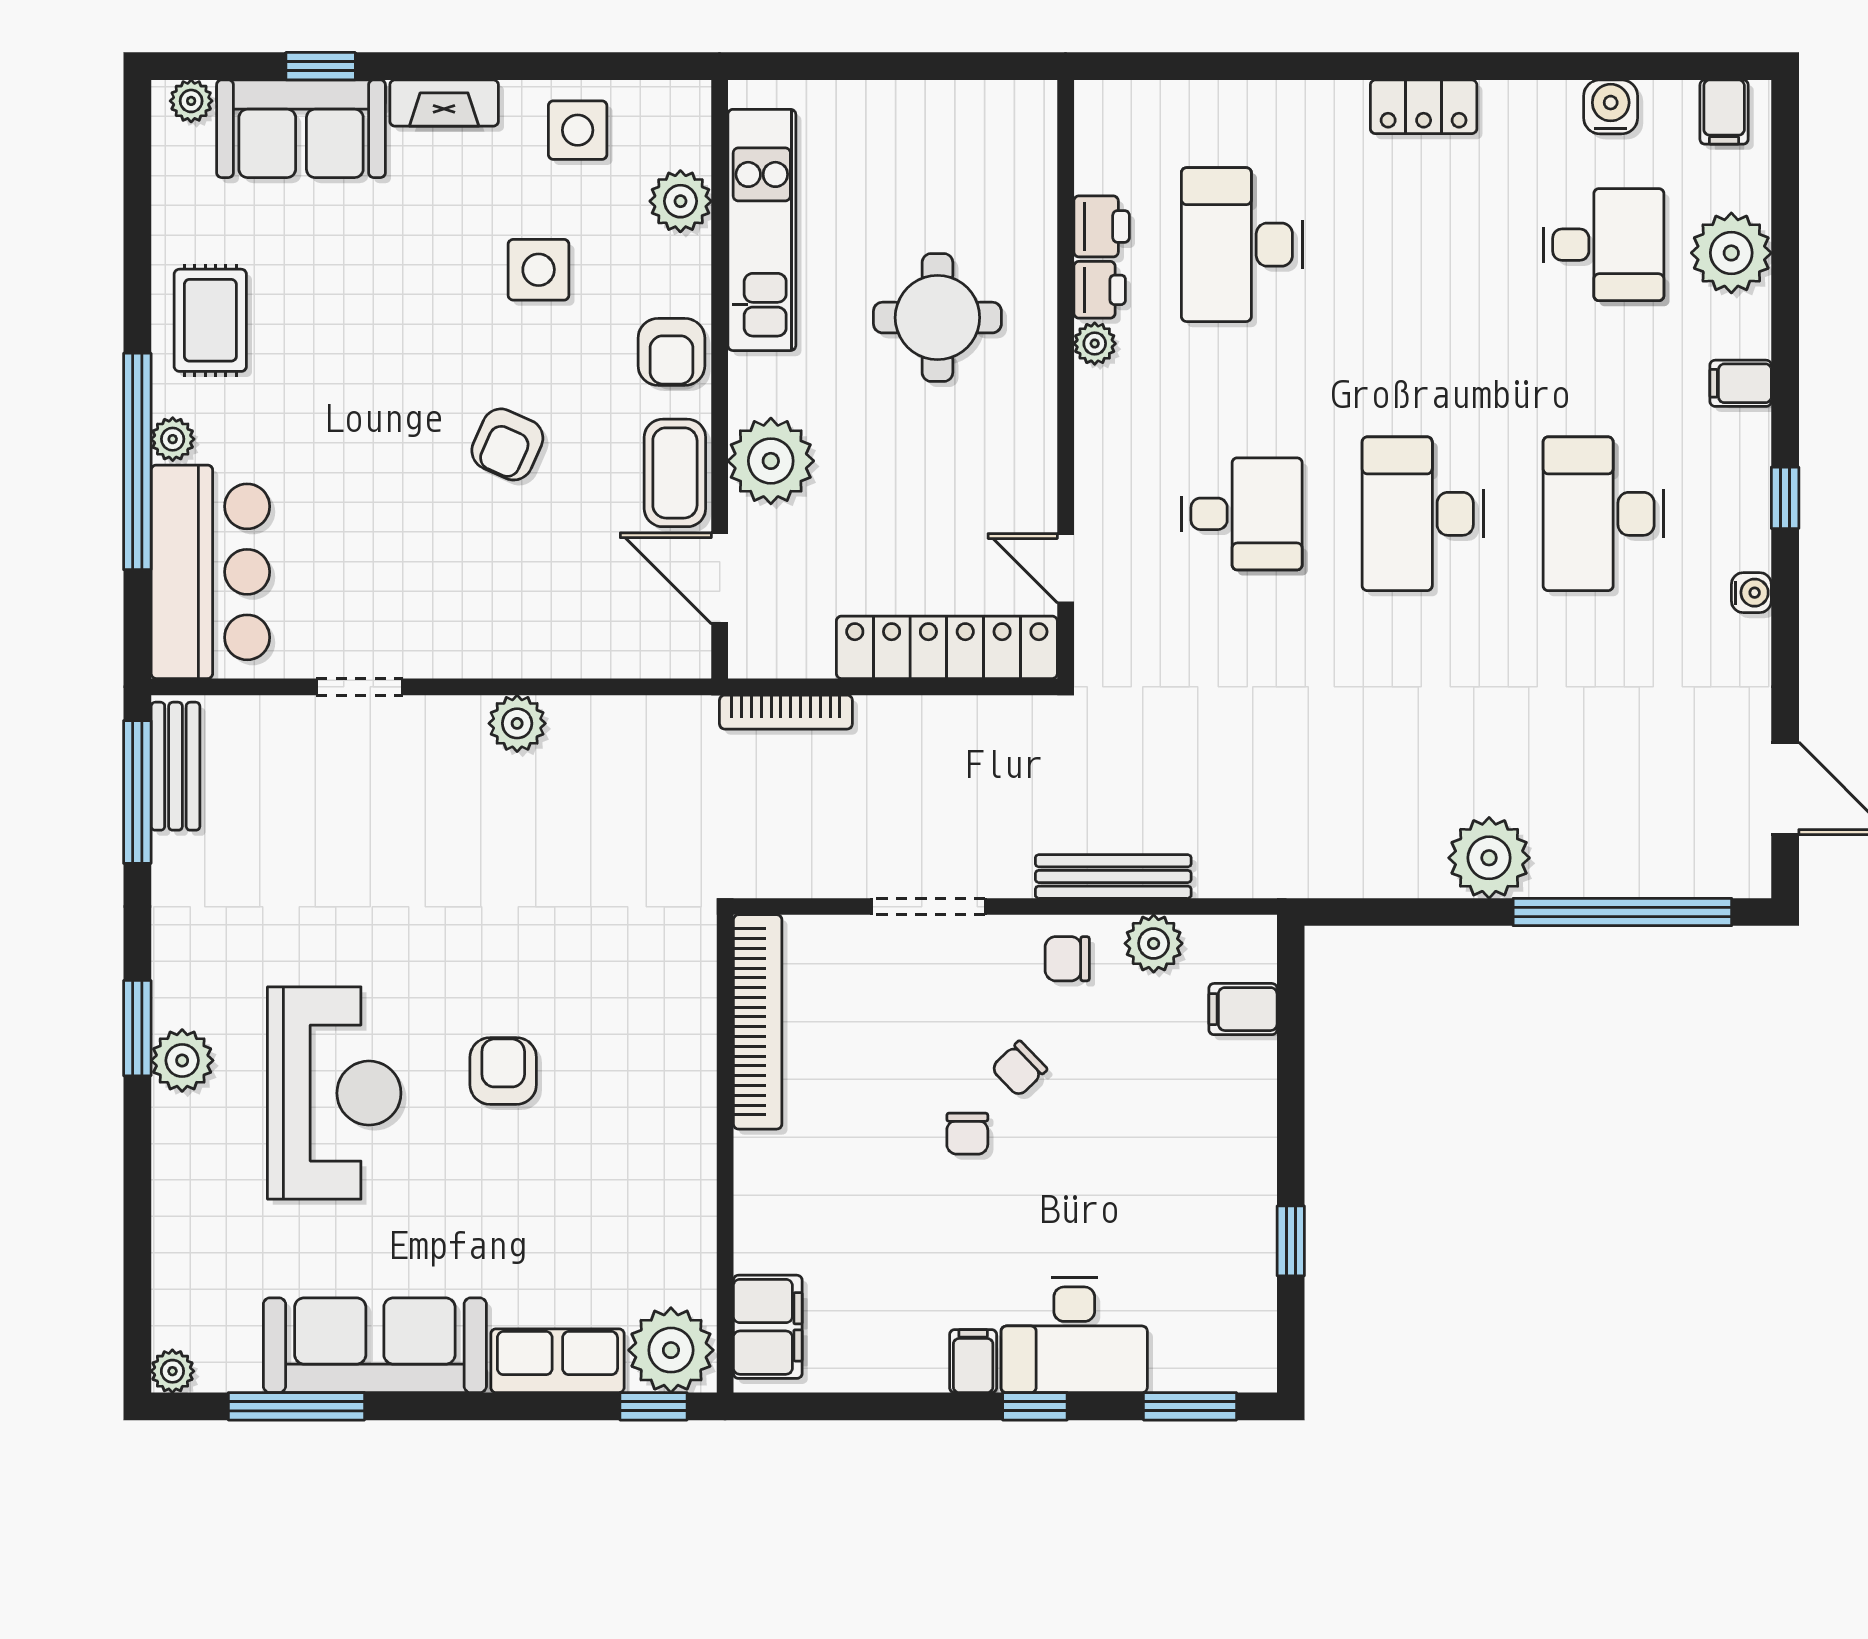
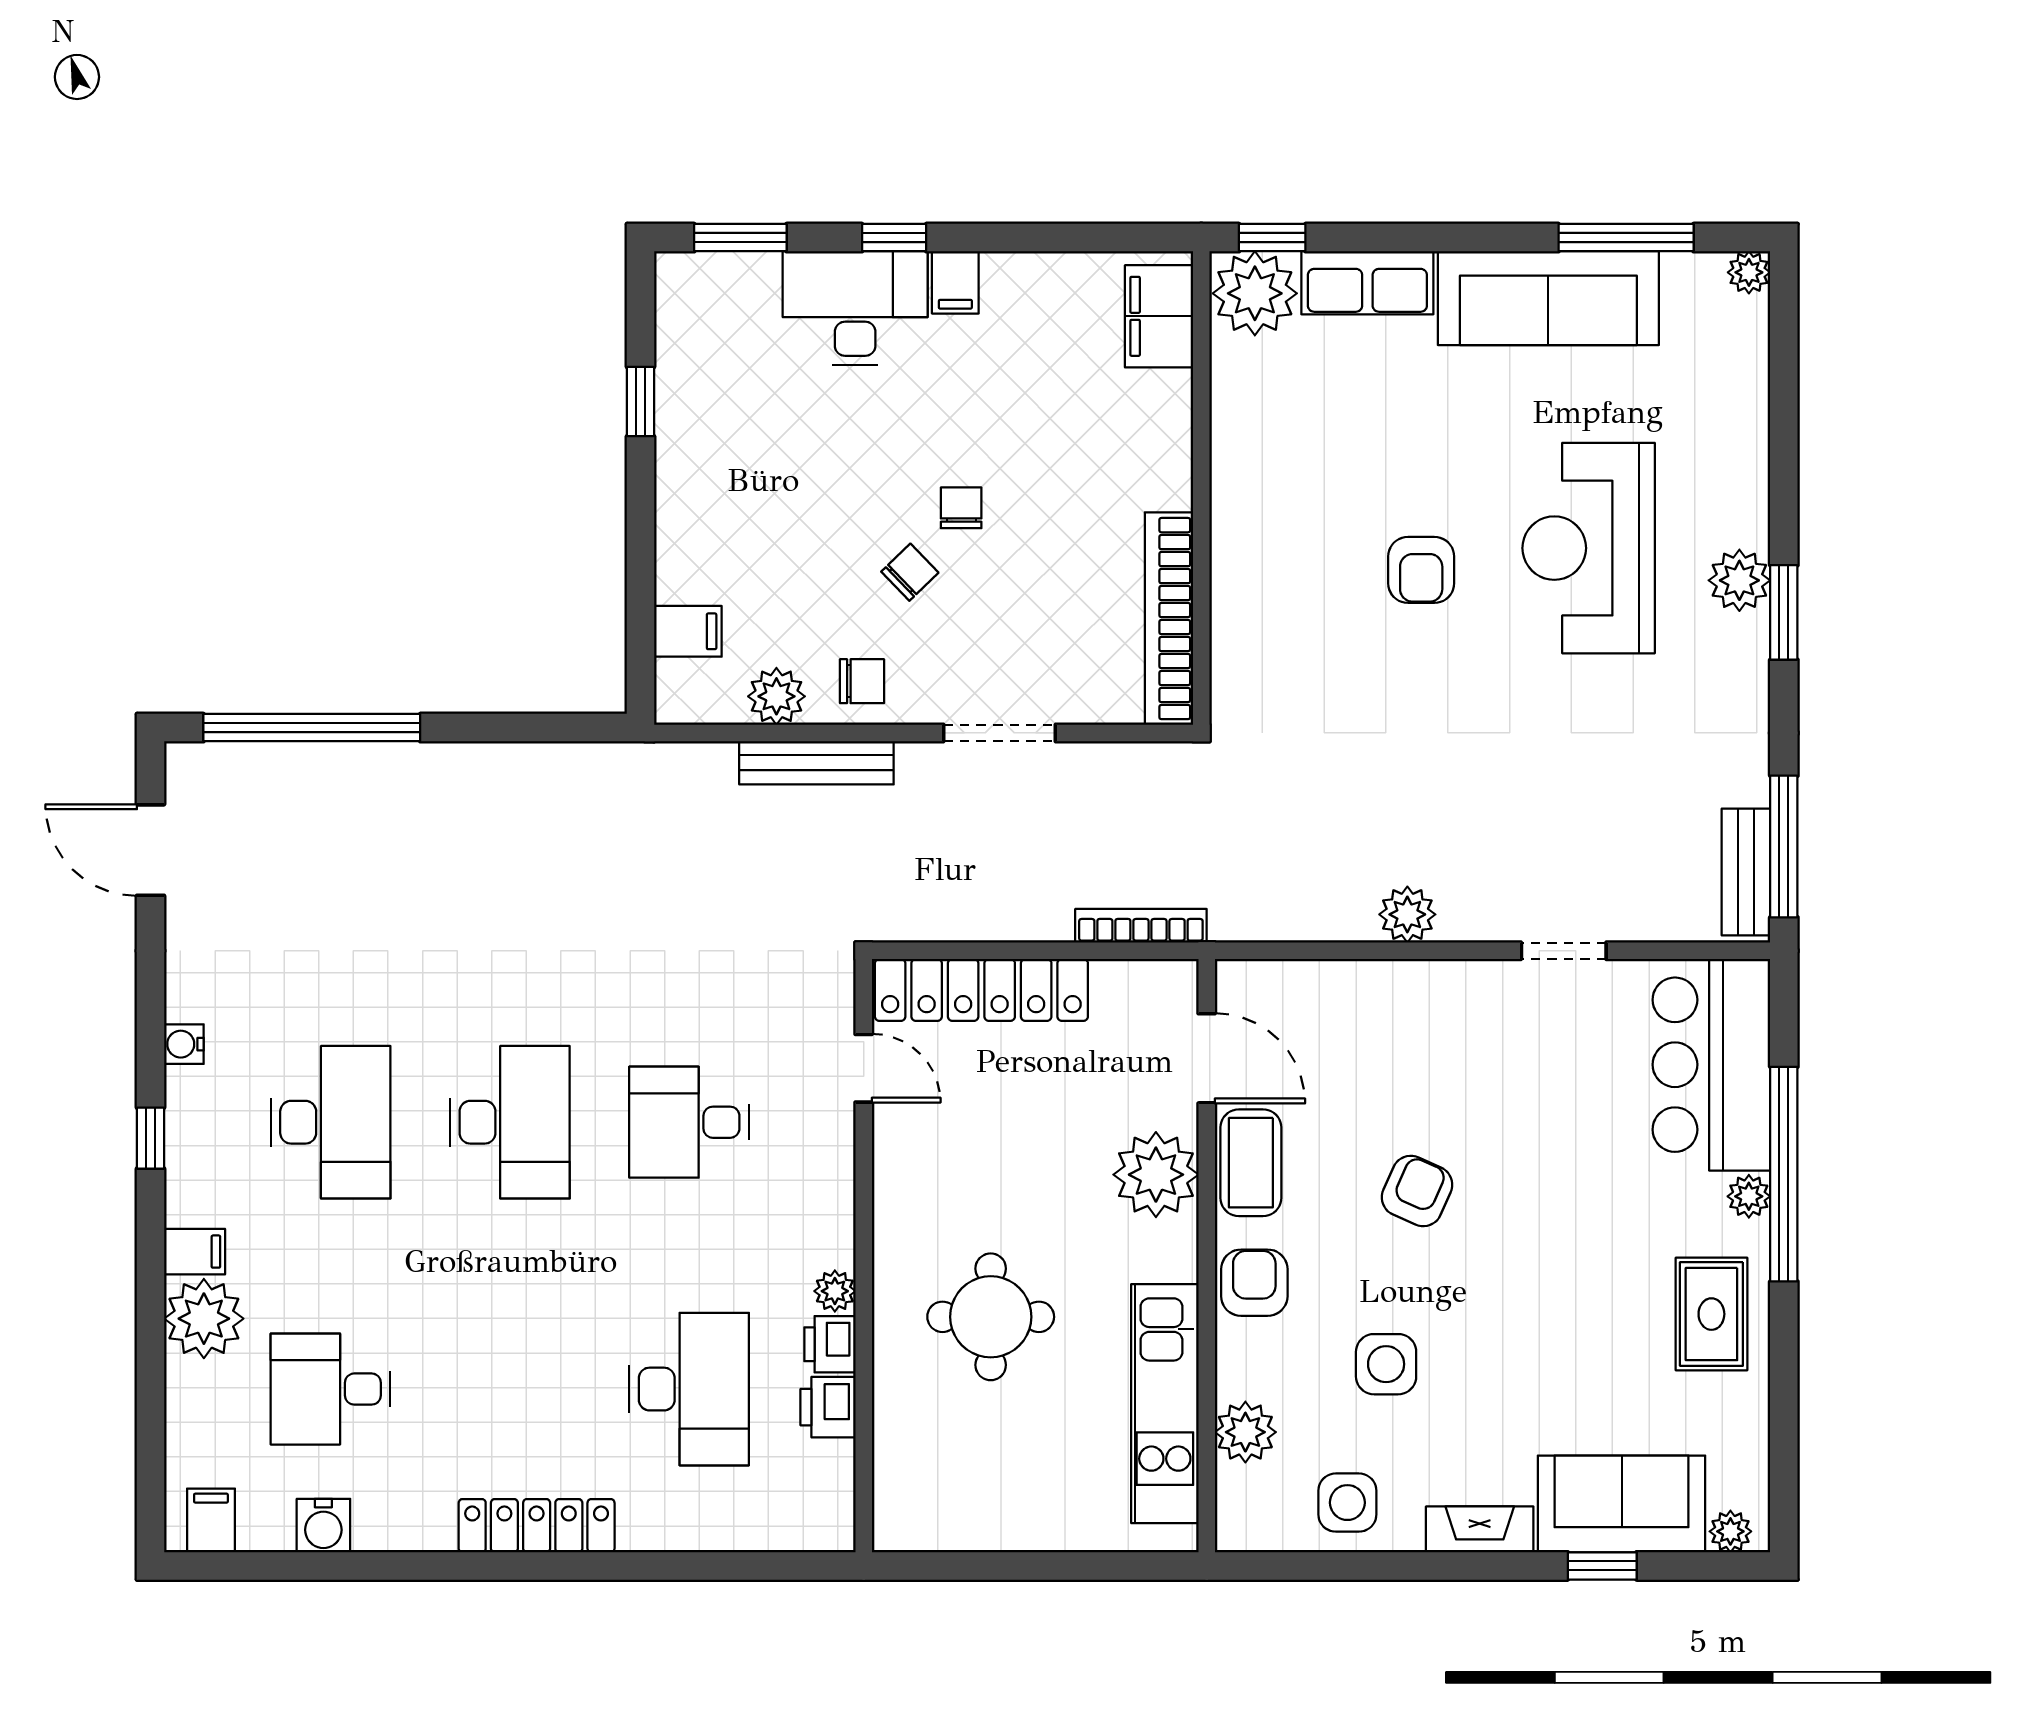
locker: (1424, 107) -> (537, 1526), width x1.53
plant: (1731, 253) -> (204, 1319), moved
plant: (1489, 858) -> (444, 781), removed

